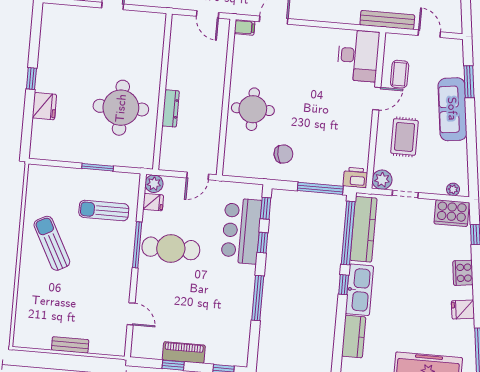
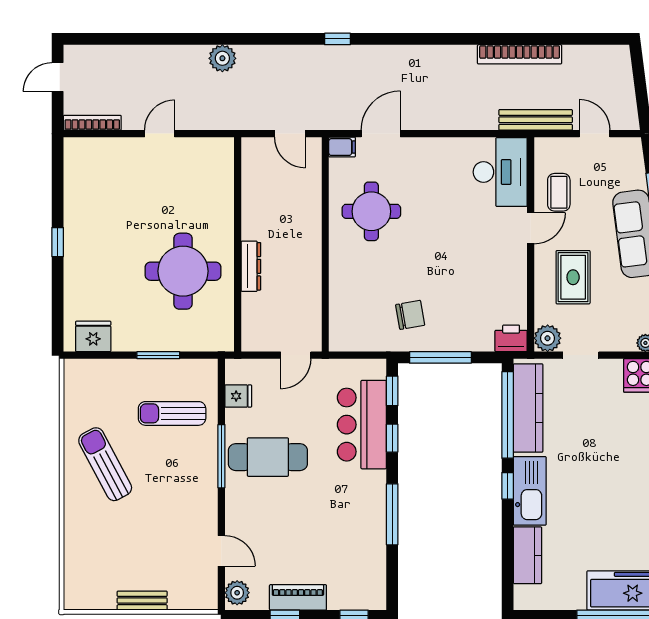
fridge: (44, 106) -> (93, 336), moved, turned -90
round table: (253, 109) -> (371, 211), moved
plant: (154, 184) -> (237, 593), moved
window: (320, 188) -> (440, 357), moved

